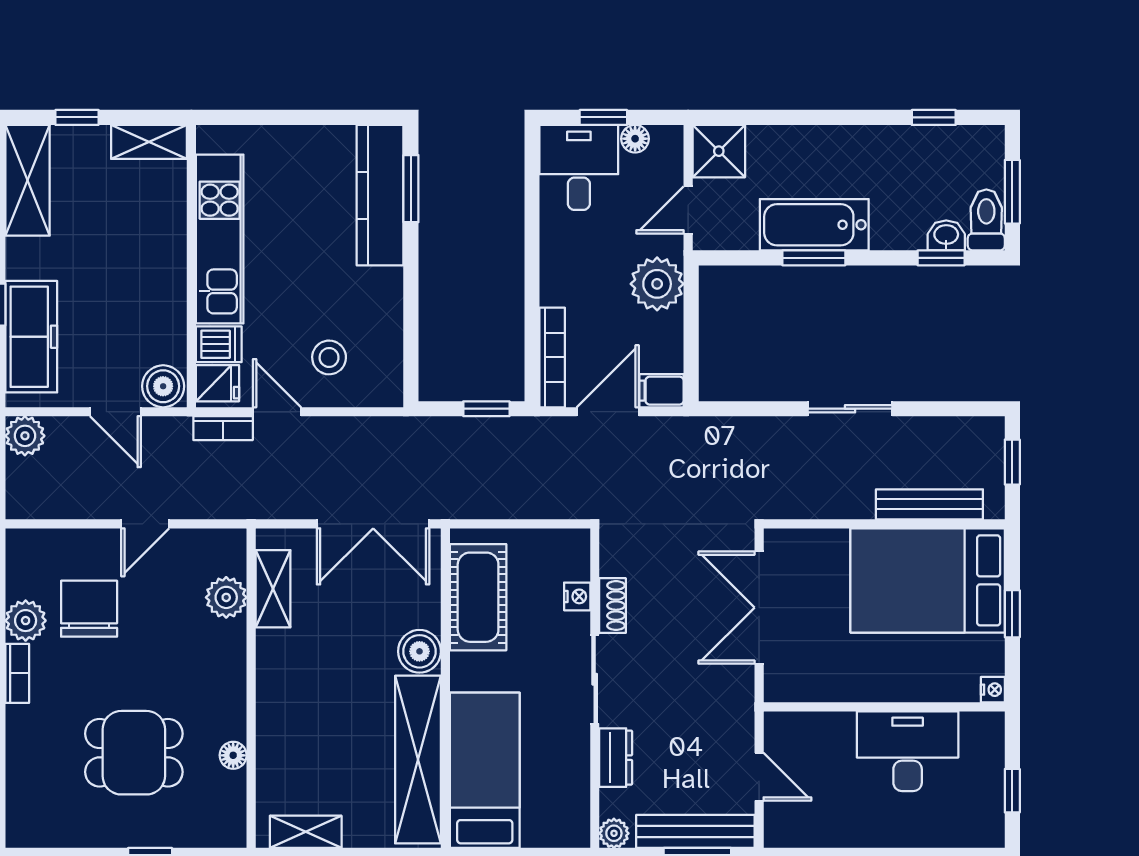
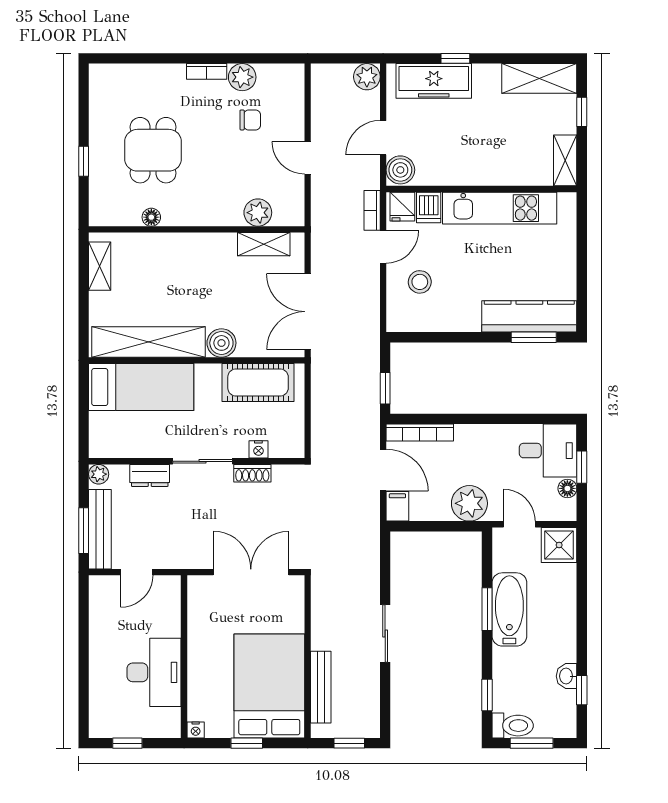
washbasin: (946, 235) -> (567, 676), moved, turned 180
chair: (89, 609) -> (250, 120), width x0.54, depth x0.54

